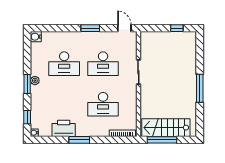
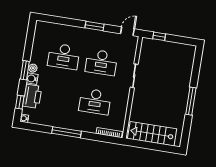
door: (124, 28) -> (127, 31), hinge flipped
window: (177, 28) -> (159, 36), moved
water cooler: (36, 37) -> (32, 79), moved
printer: (64, 128) -> (32, 96), moved, turned 90
window: (79, 140) -> (67, 132), width x1.44
window: (162, 140) -> (146, 145), removed

